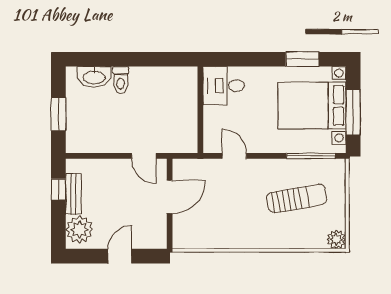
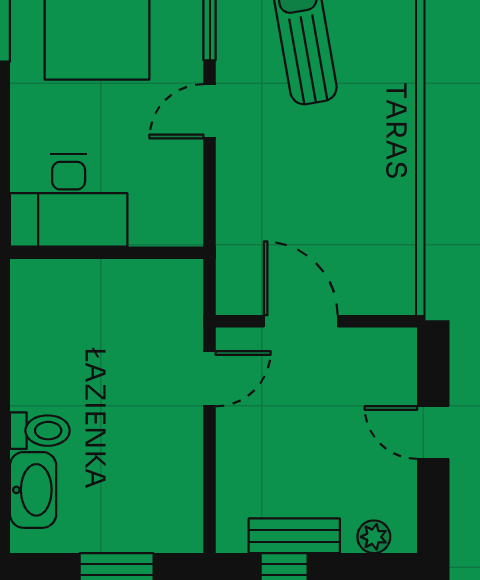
desk: (224, 86) -> (69, 201), width x1.37
door: (234, 156) -> (210, 111), moved
plant: (80, 230) -> (374, 537), width x0.53, depth x0.53

